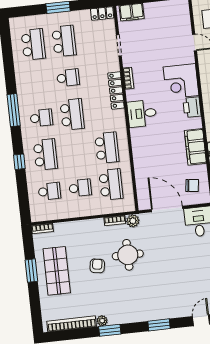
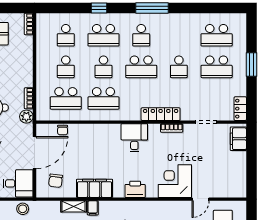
corner desk: (181, 81) -> (175, 181), moved
school desk: (76, 151) -> (103, 67), added
chair: (142, 184) -> (63, 130), added

